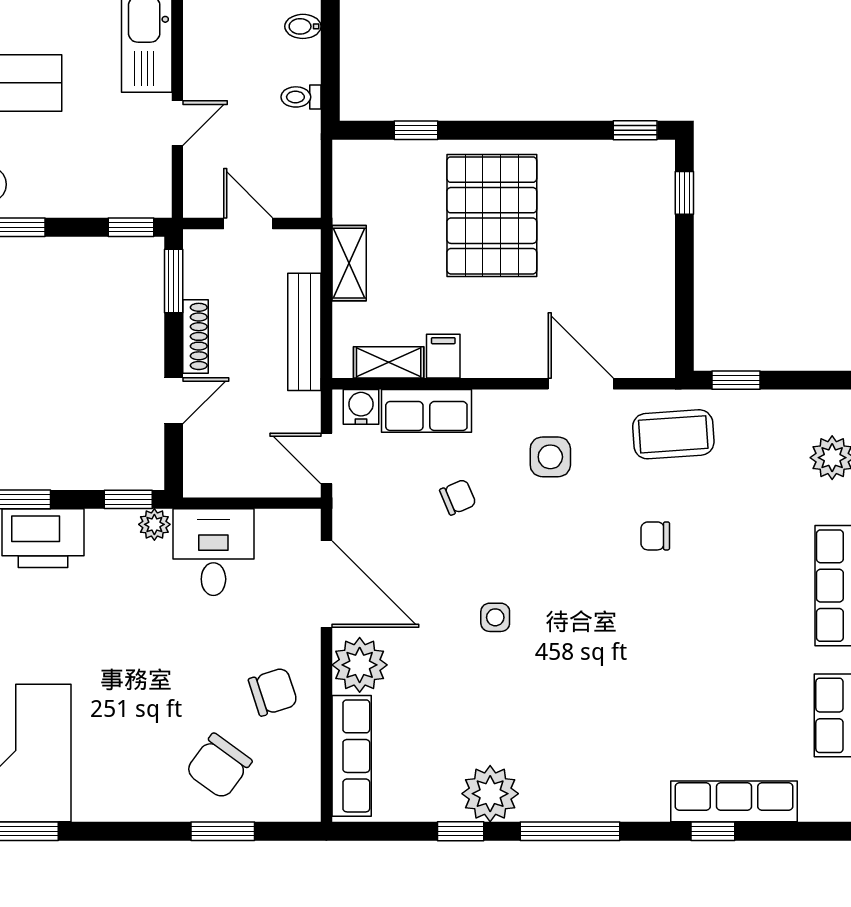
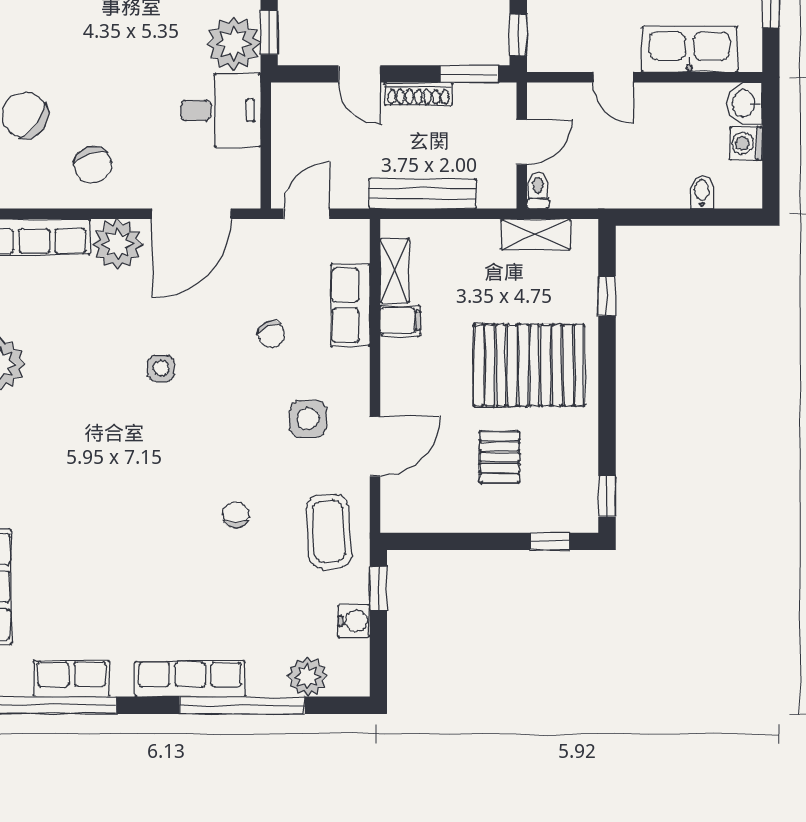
toilet: (301, 97) -> (538, 190), moved
pallet: (592, 248) -> (500, 457), added
shelving: (349, 263) -> (536, 234), moved
water cooler: (361, 407) -> (354, 621), moved
plant: (154, 524) -> (233, 44), width x1.88, depth x1.88

